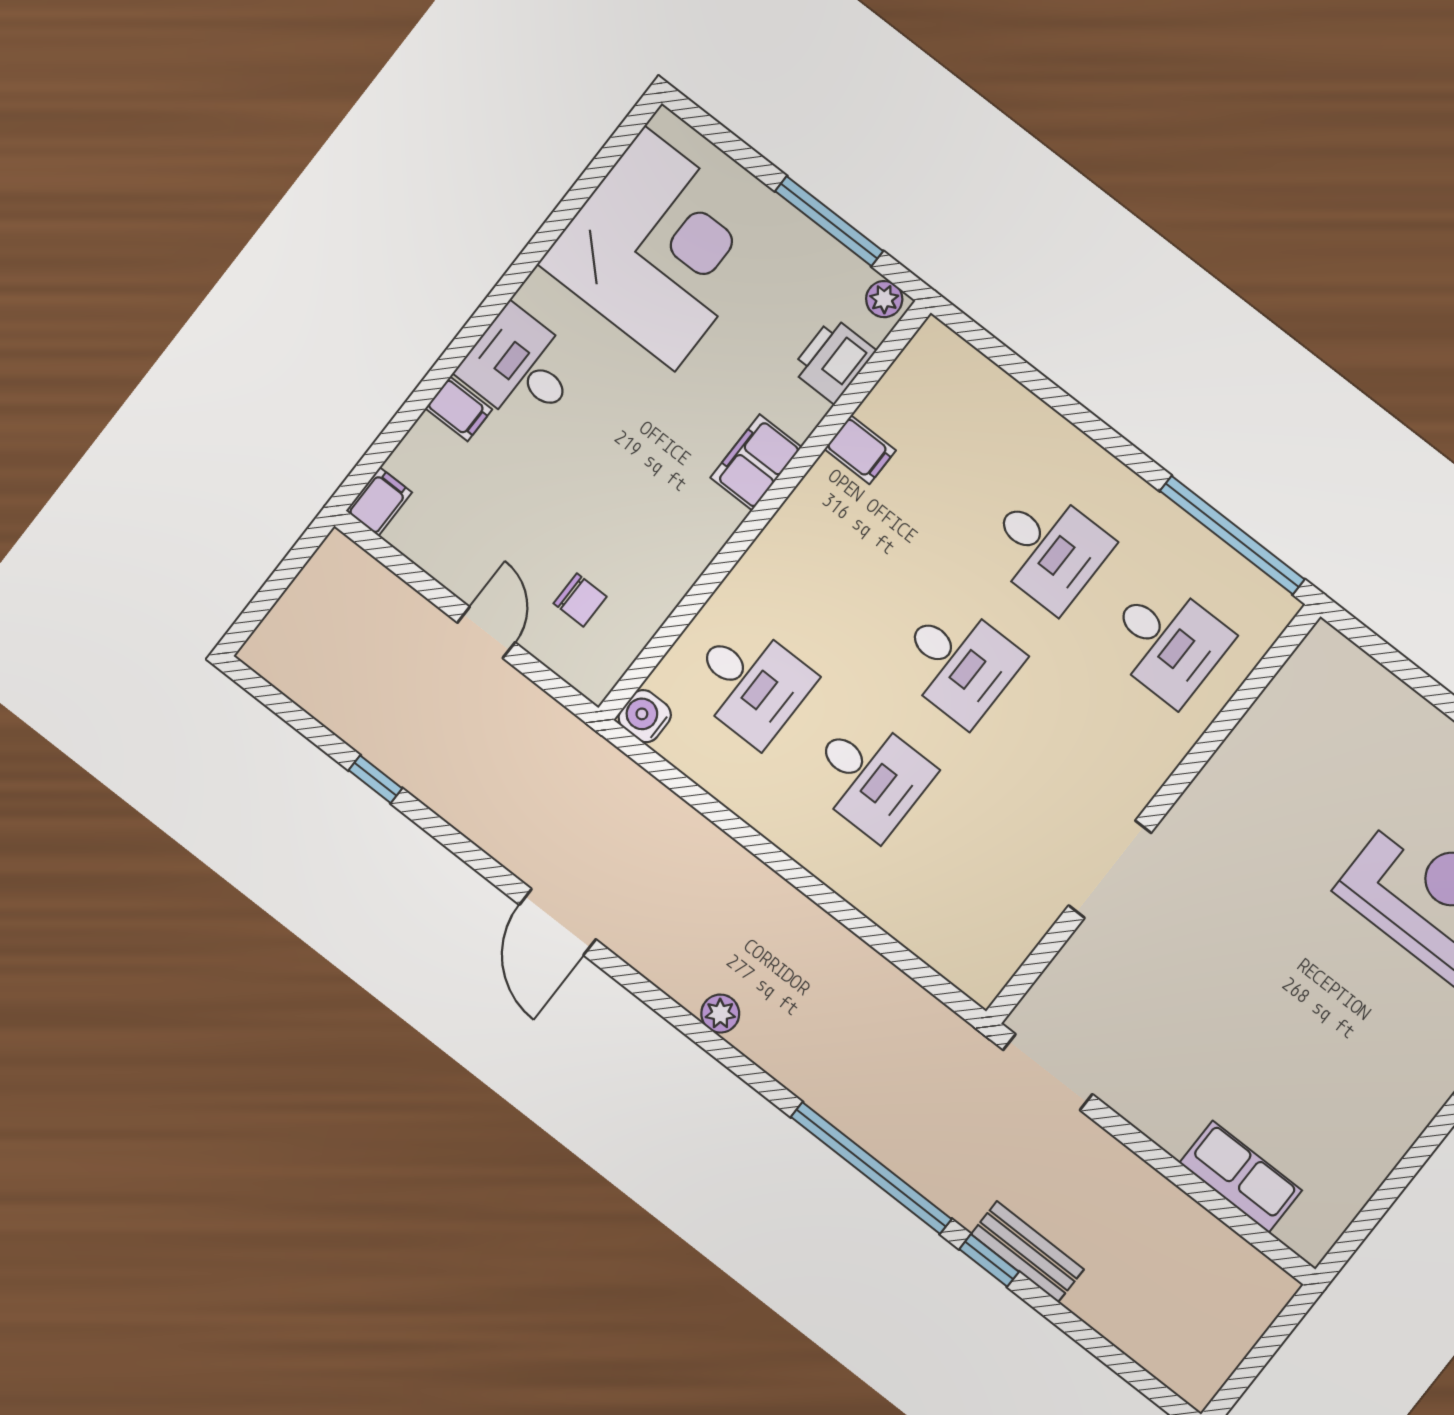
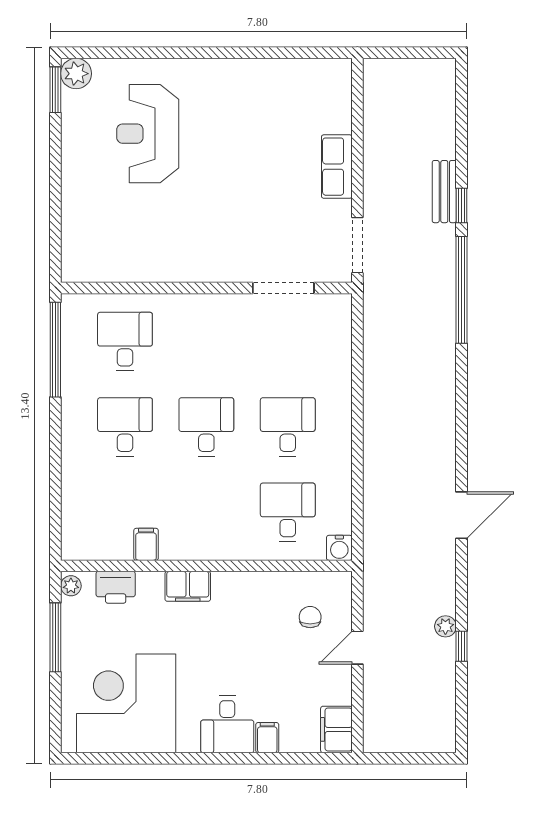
filing cabinet: (379, 502) -> (336, 729), width x2.00
doorway: (1110, 869) -> (283, 288), moved
plant: (720, 1014) -> (445, 626), moved
row of seats: (1241, 1177) -> (337, 167), moved

